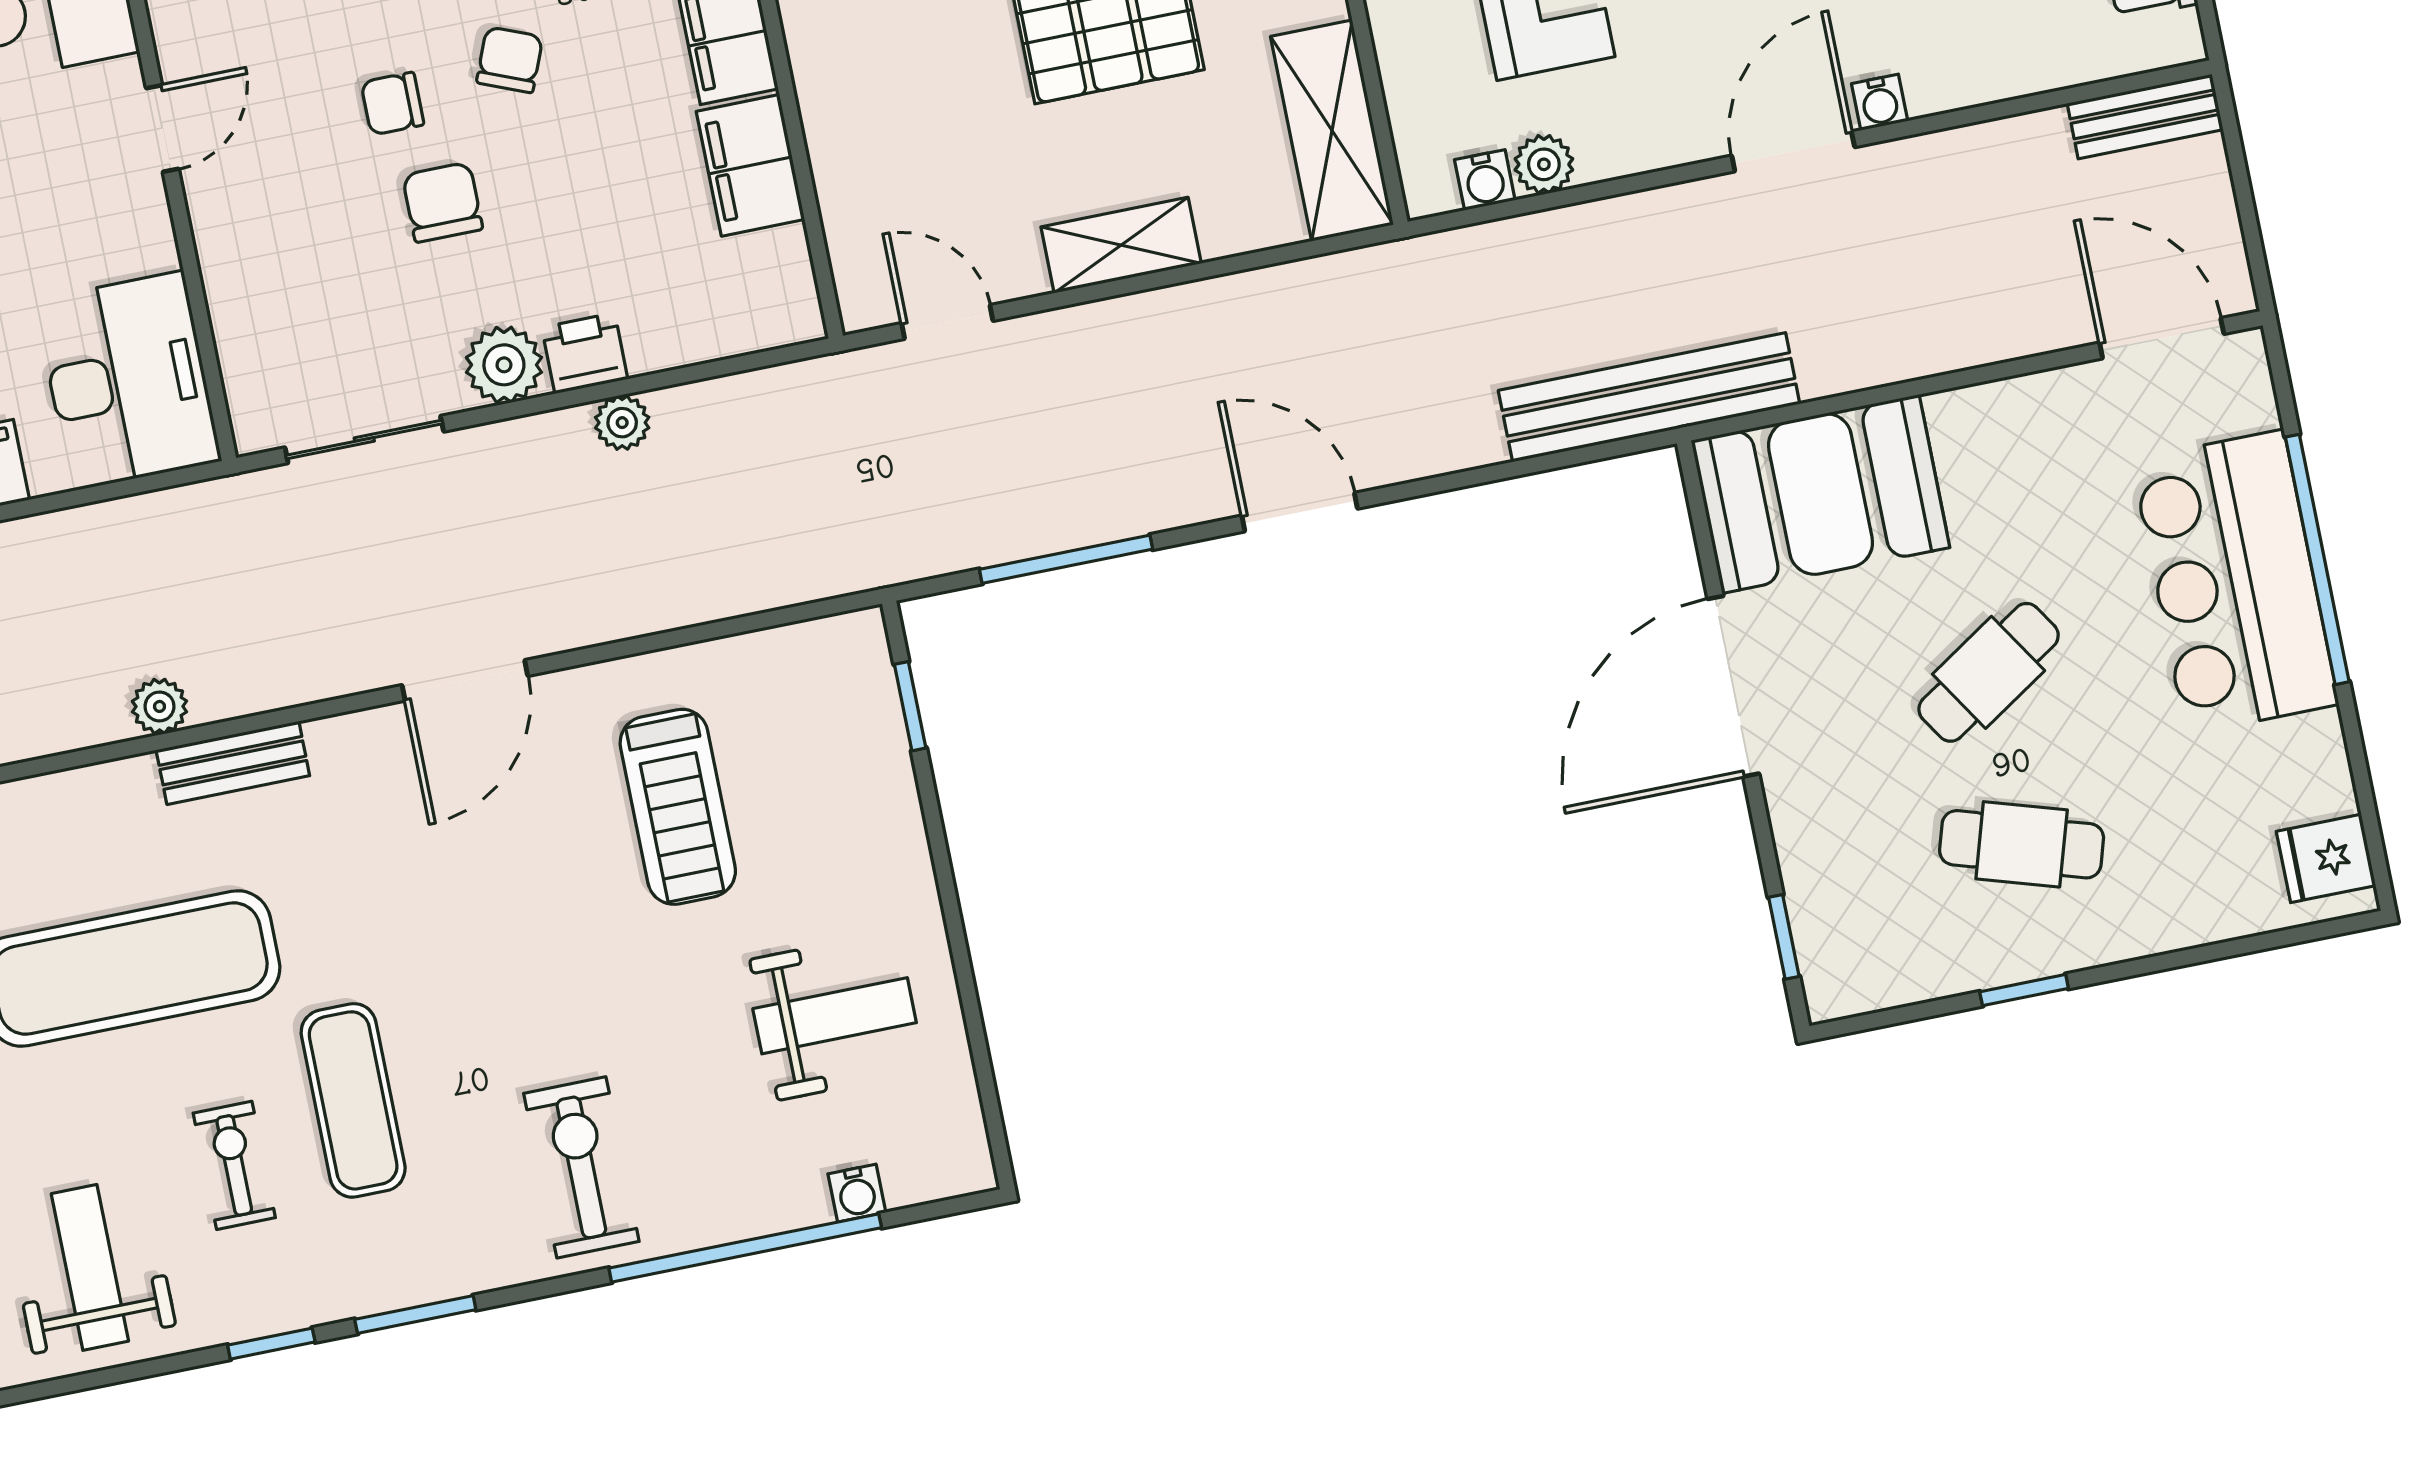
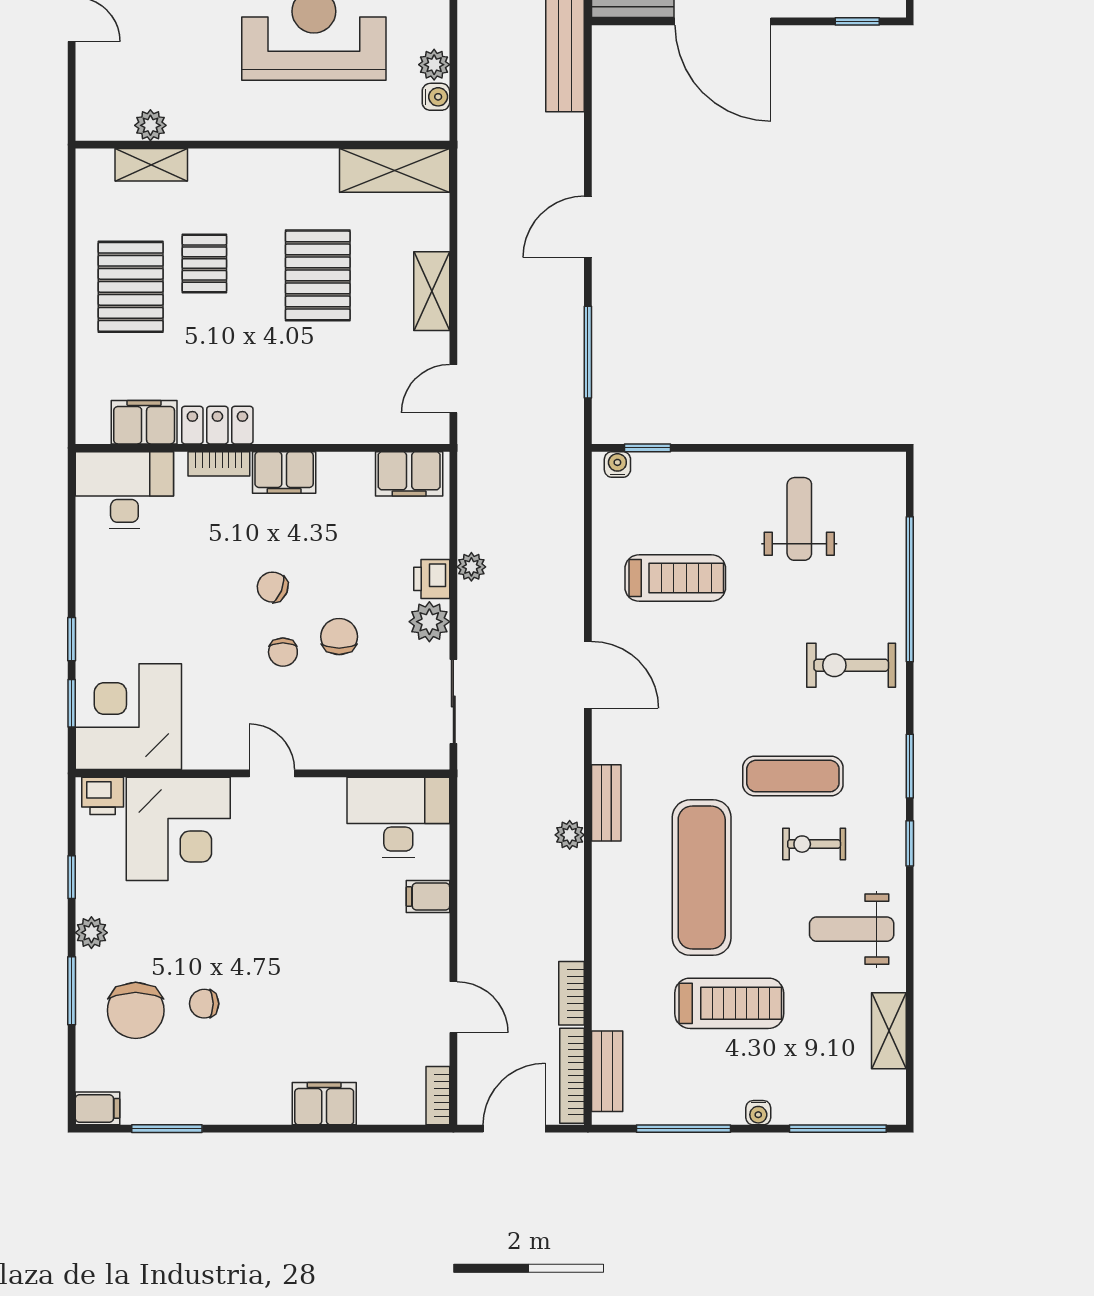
filing cabinet: (750, 165) -> (409, 474), moved
chair: (442, 202) -> (339, 637), turned 90
water cooler: (857, 1193) -> (617, 464), moved, turned -90

